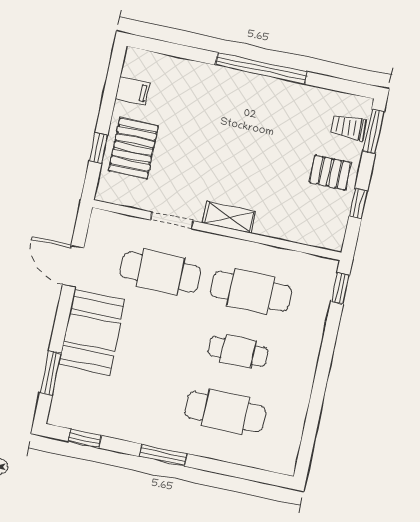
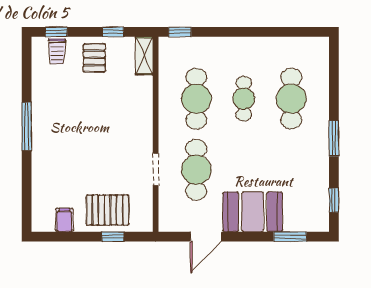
window: (261, 68) -> (27, 126), width x0.68
window: (374, 131) -> (56, 32), width x0.67
shelving: (229, 217) -> (144, 56), moved

